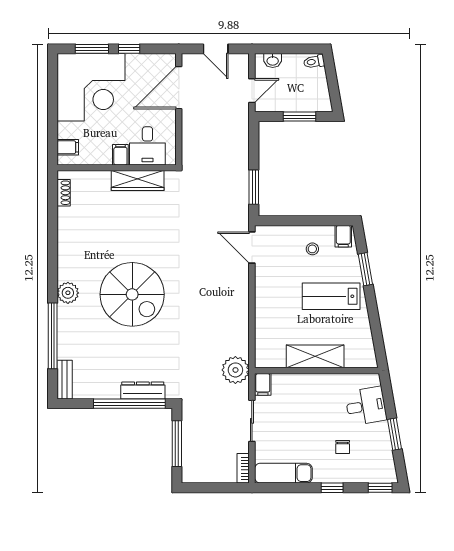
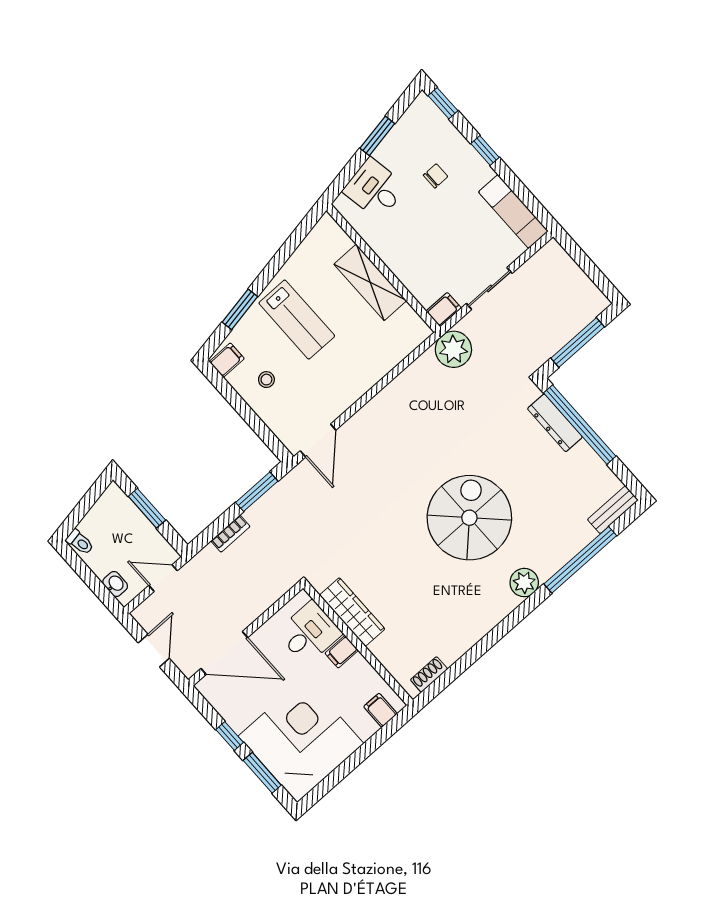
bookcase: (243, 468) -> (230, 534), moved

